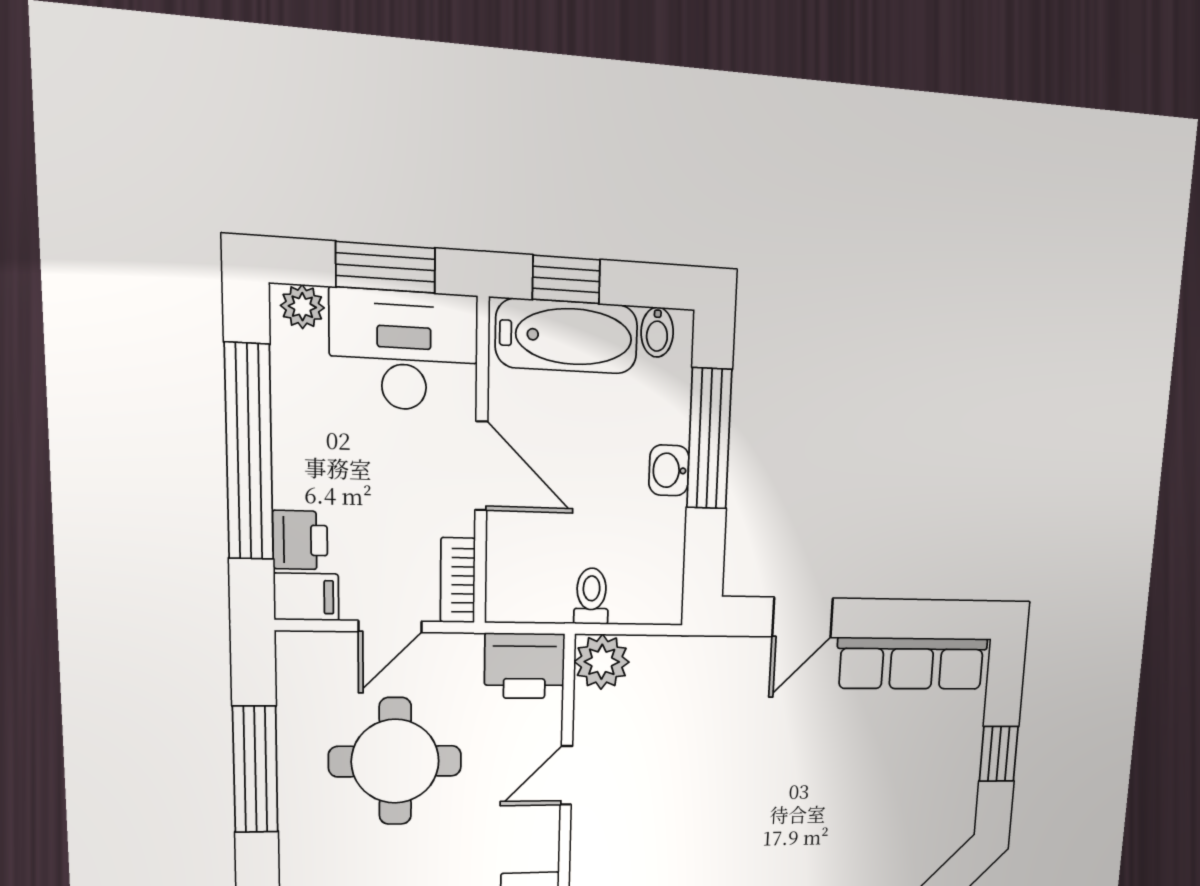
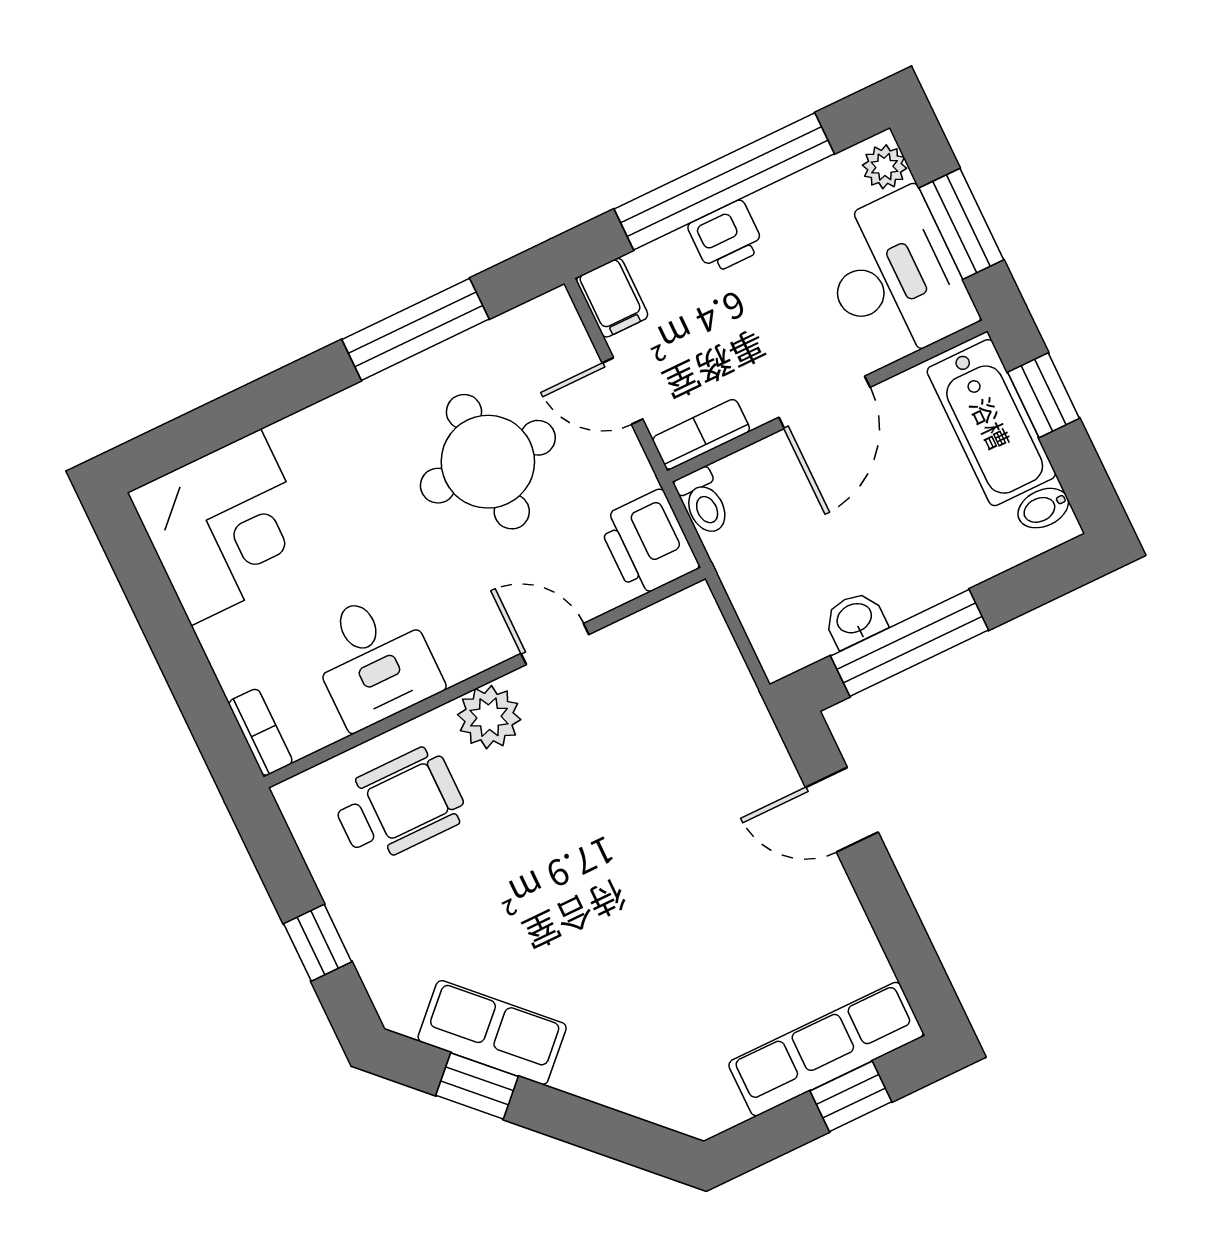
window: (709, 439) -> (909, 643), moved
washbasin: (669, 470) -> (855, 619), moved
printer: (300, 540) -> (726, 237), moved
toilet: (591, 596) -> (703, 502), moved, turned 90
plant: (602, 662) -> (489, 717), moved
row of seats: (912, 663) -> (826, 1049), moved, turned 90
window: (999, 754) -> (851, 1096), moved

